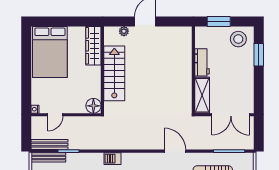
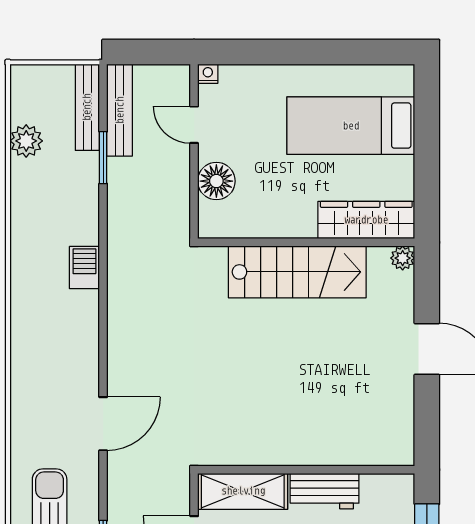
plant: (124, 31) -> (403, 258), moved
bed: (50, 52) -> (351, 126), width x0.67
floor lamp: (93, 106) -> (216, 181), moved

